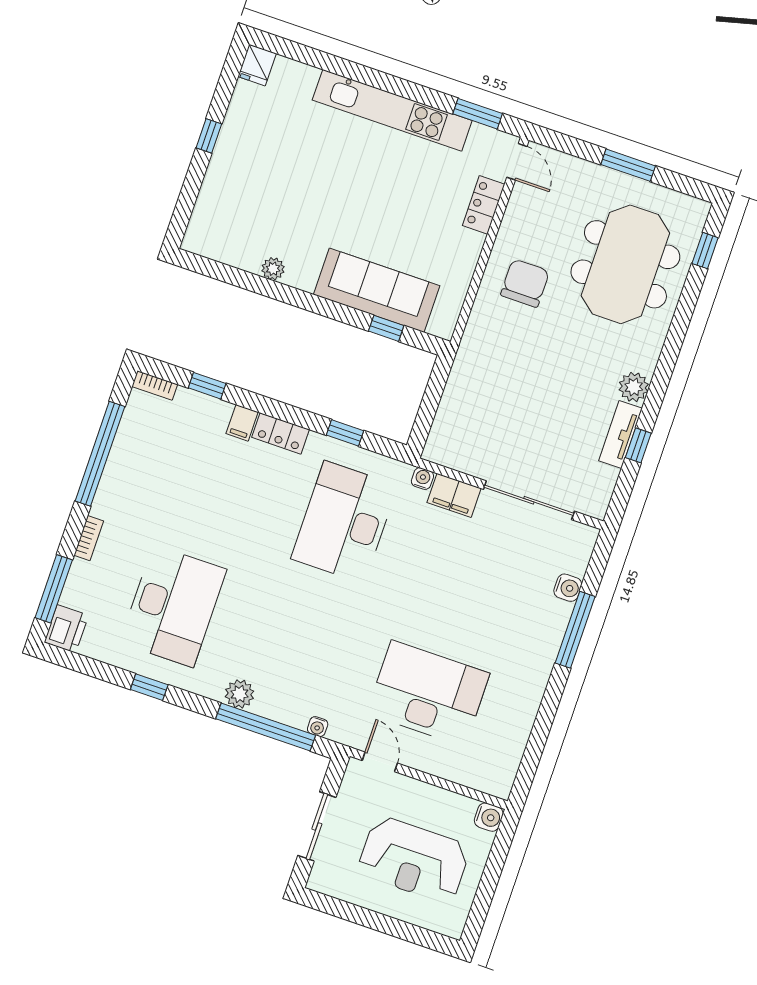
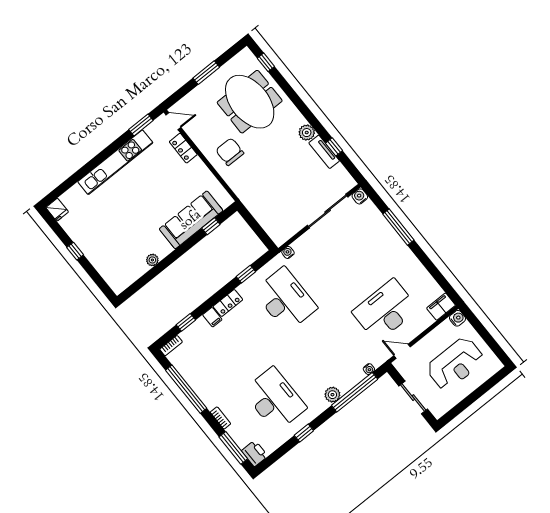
filing cabinet: (454, 495) -> (441, 307), moved, turned 180
desk: (344, 522) -> (285, 300), turned 180
water cooler: (568, 588) -> (360, 196), moved, turned -90

